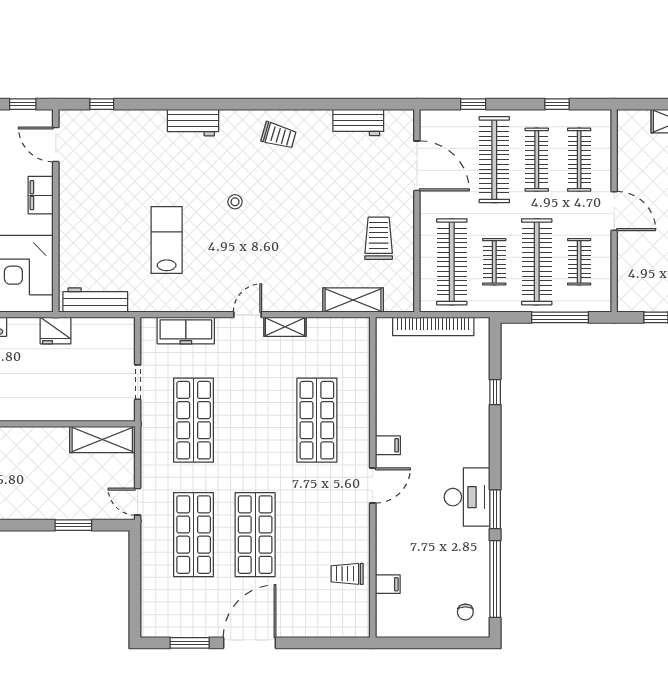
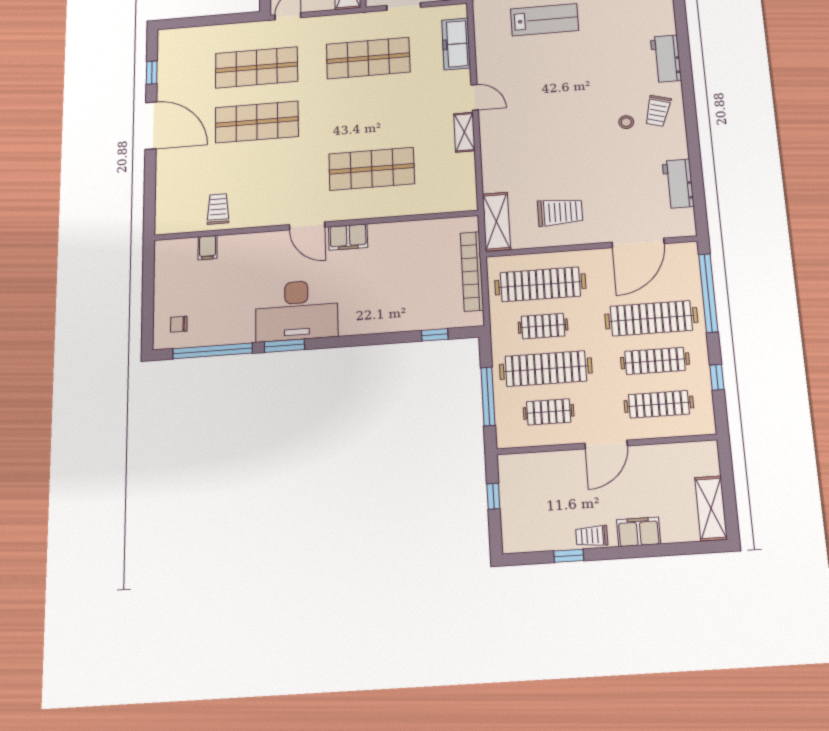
window: (473, 104) -> (708, 293), width x3.17
workbench: (193, 123) -> (666, 59), moved
stool: (235, 202) -> (626, 122), moved
shelving: (353, 300) -> (496, 222), moved
window: (495, 392) -> (435, 335), moved
filing cabinet: (388, 445) -> (348, 237), width x2.00
desk: (467, 497) -> (297, 311), width x1.36, depth x1.30
window: (190, 643) -> (152, 73), width x0.67

